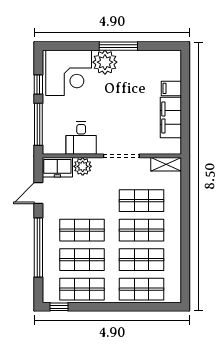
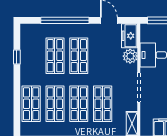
shop shelf: (82, 289) -> (31, 56), removed
window: (59, 307) -> (17, 57), moved

